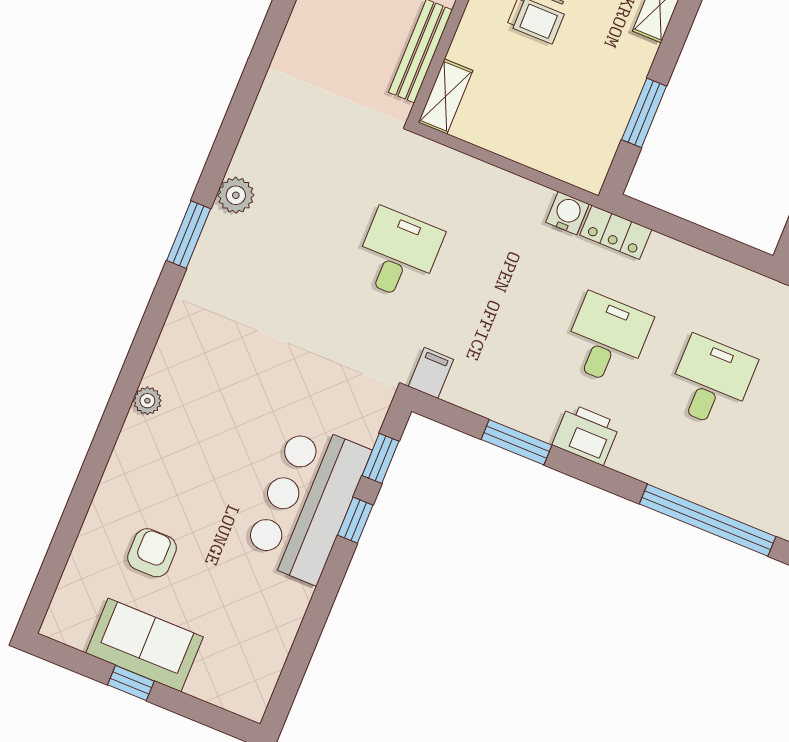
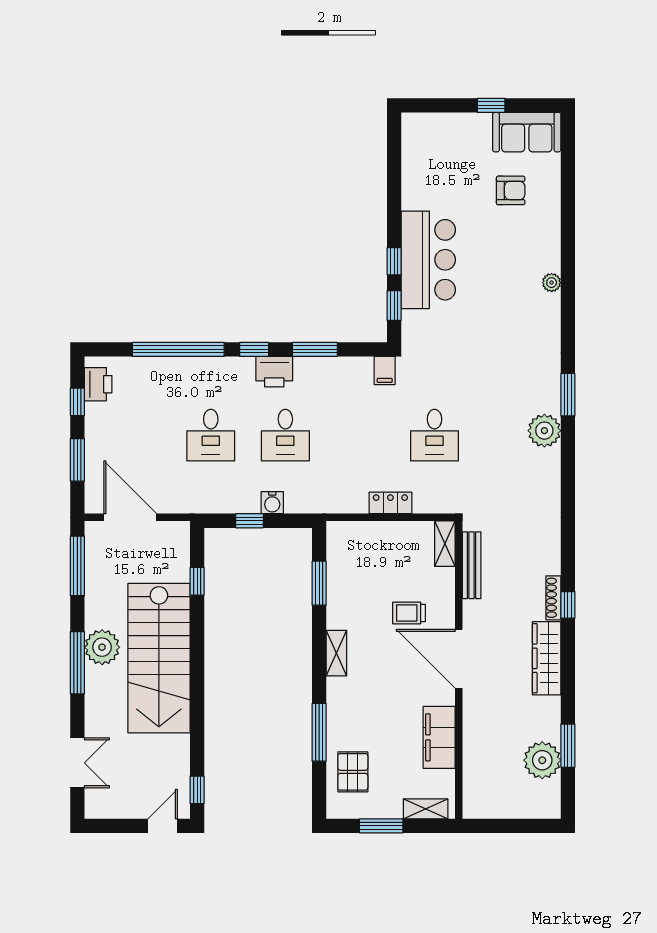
plant: (236, 195) -> (544, 431), width x1.36, depth x1.36
water cooler: (568, 213) -> (272, 503), moved
locker: (616, 232) -> (390, 503), moved
window: (706, 240) -> (249, 521), added
window: (602, 477) -> (254, 349), added
armchair: (152, 553) -> (511, 190), turned -90
sofa: (144, 645) -> (527, 132), moved

